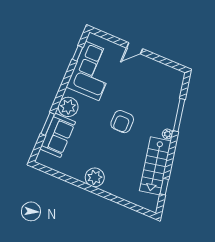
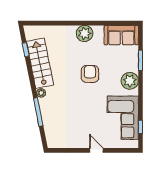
door: (135, 48) -> (96, 150), hinge flipped
armchair: (122, 122) -> (90, 74), moved
sofa: (58, 135) -> (121, 35), moved, turned -90

